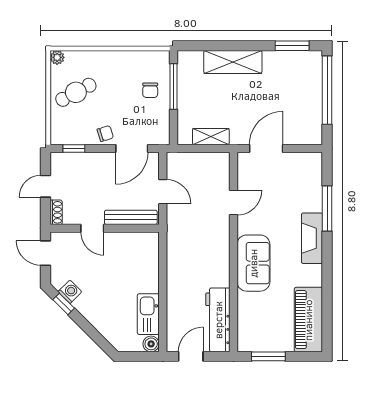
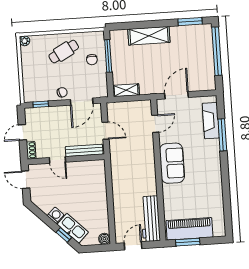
cafe table: (76, 92) -> (64, 52), moved
shelving: (211, 137) -> (126, 90), moved
door: (233, 203) -> (155, 124), moved
fireplace: (312, 238) -> (211, 121), moved
sofa: (253, 263) -> (172, 163), moved
washing machine: (70, 292) -> (56, 215), moved
window: (64, 304) -> (64, 235), moved
kitchen sink: (148, 314) -> (73, 228), moved, turned 135
piano: (308, 320) -> (189, 229), moved, turned 90

